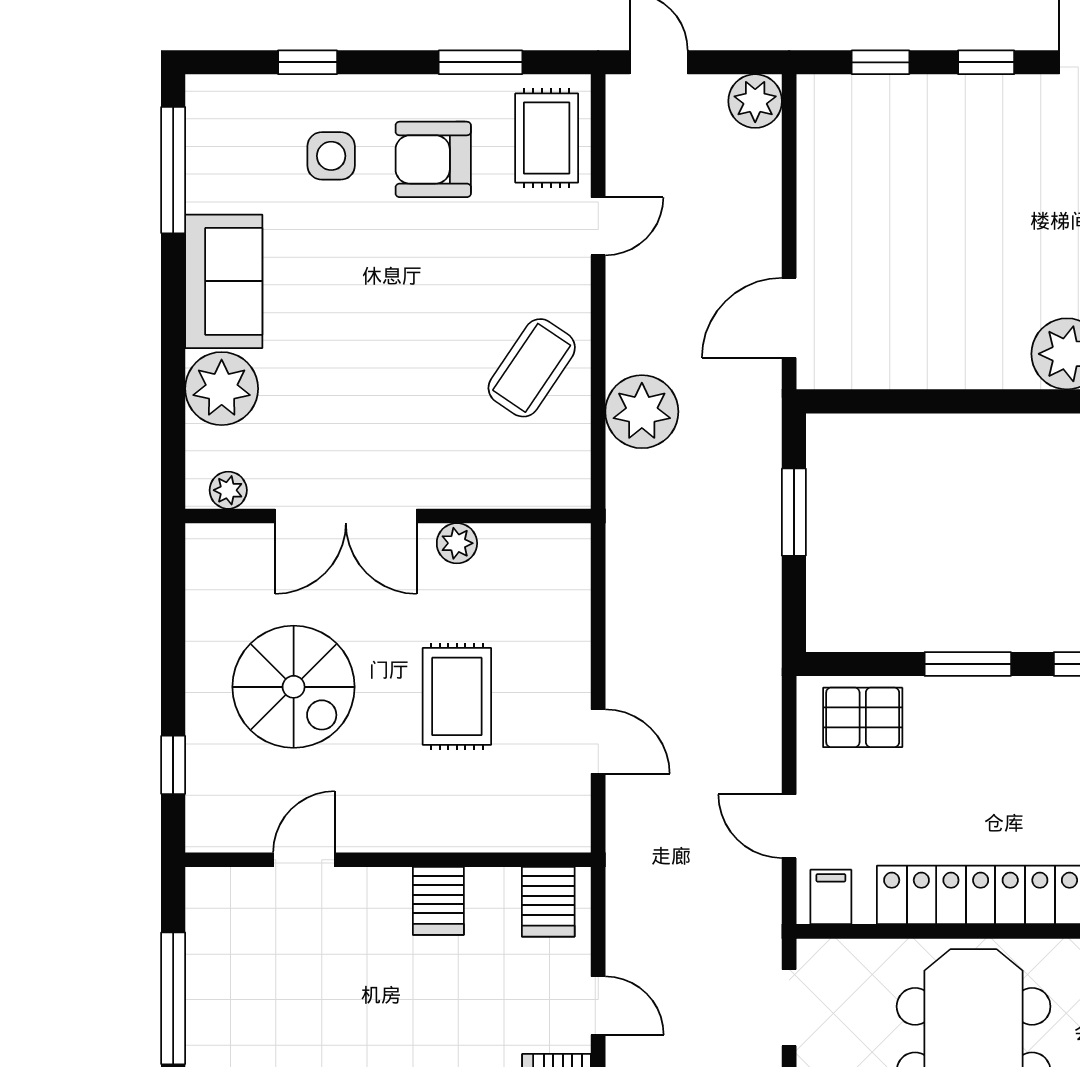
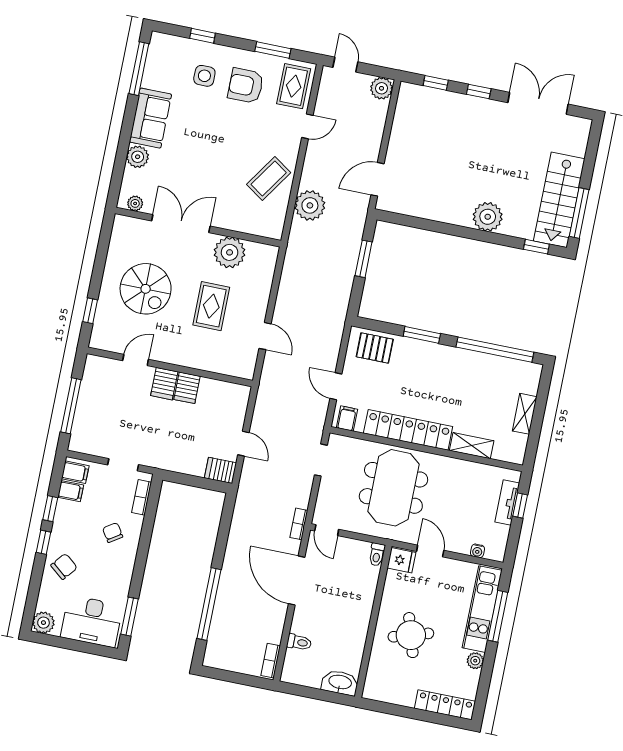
plant: (222, 389) -> (138, 157), width x0.73, depth x0.73
double door: (346, 516) -> (181, 224), swing flipped
plant: (457, 543) -> (230, 252), width x1.88, depth x1.88
server rack: (548, 902) -> (164, 384), moved

